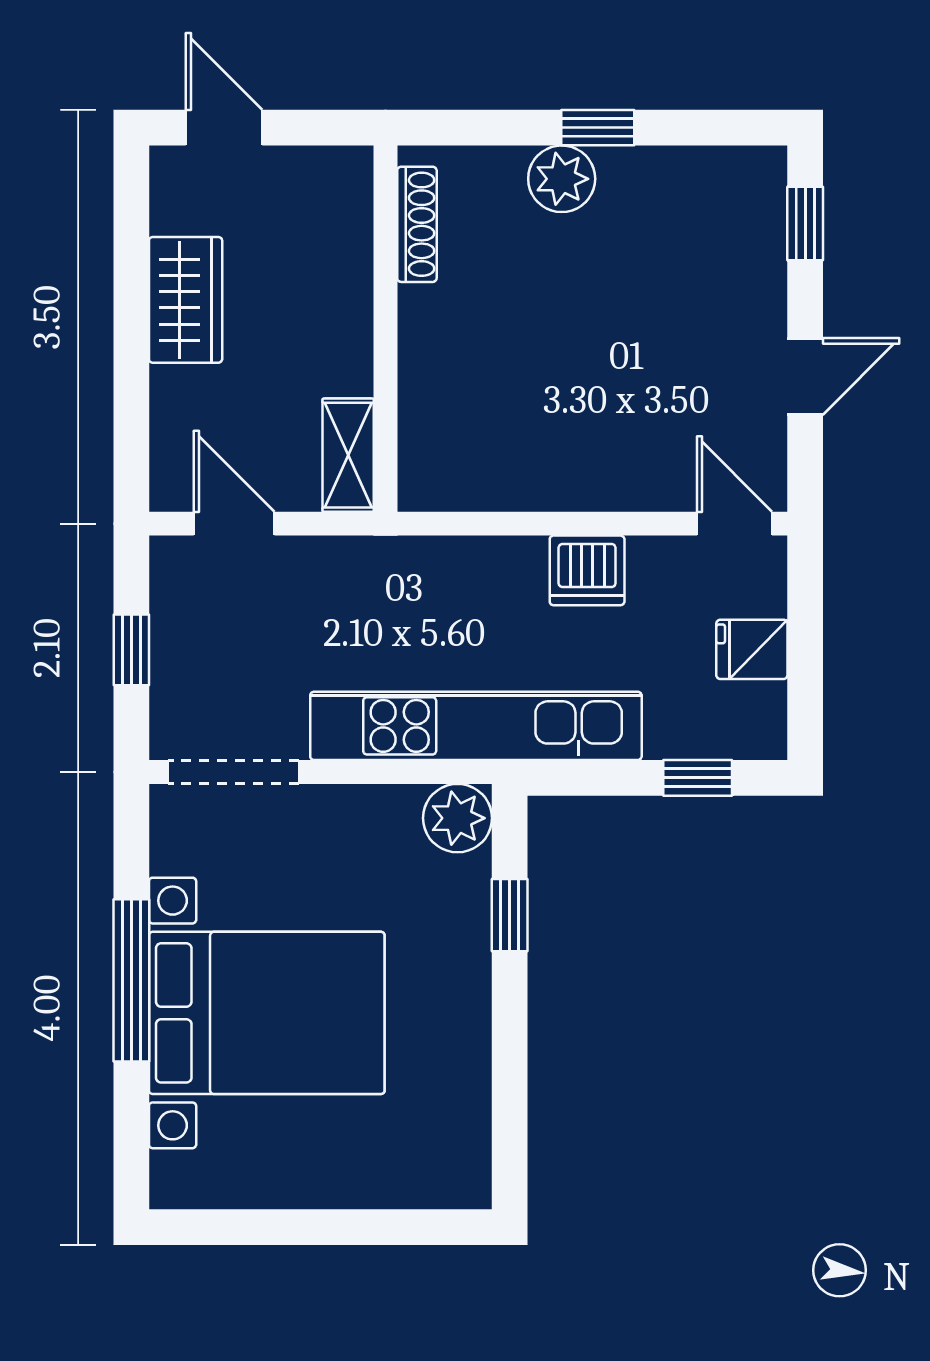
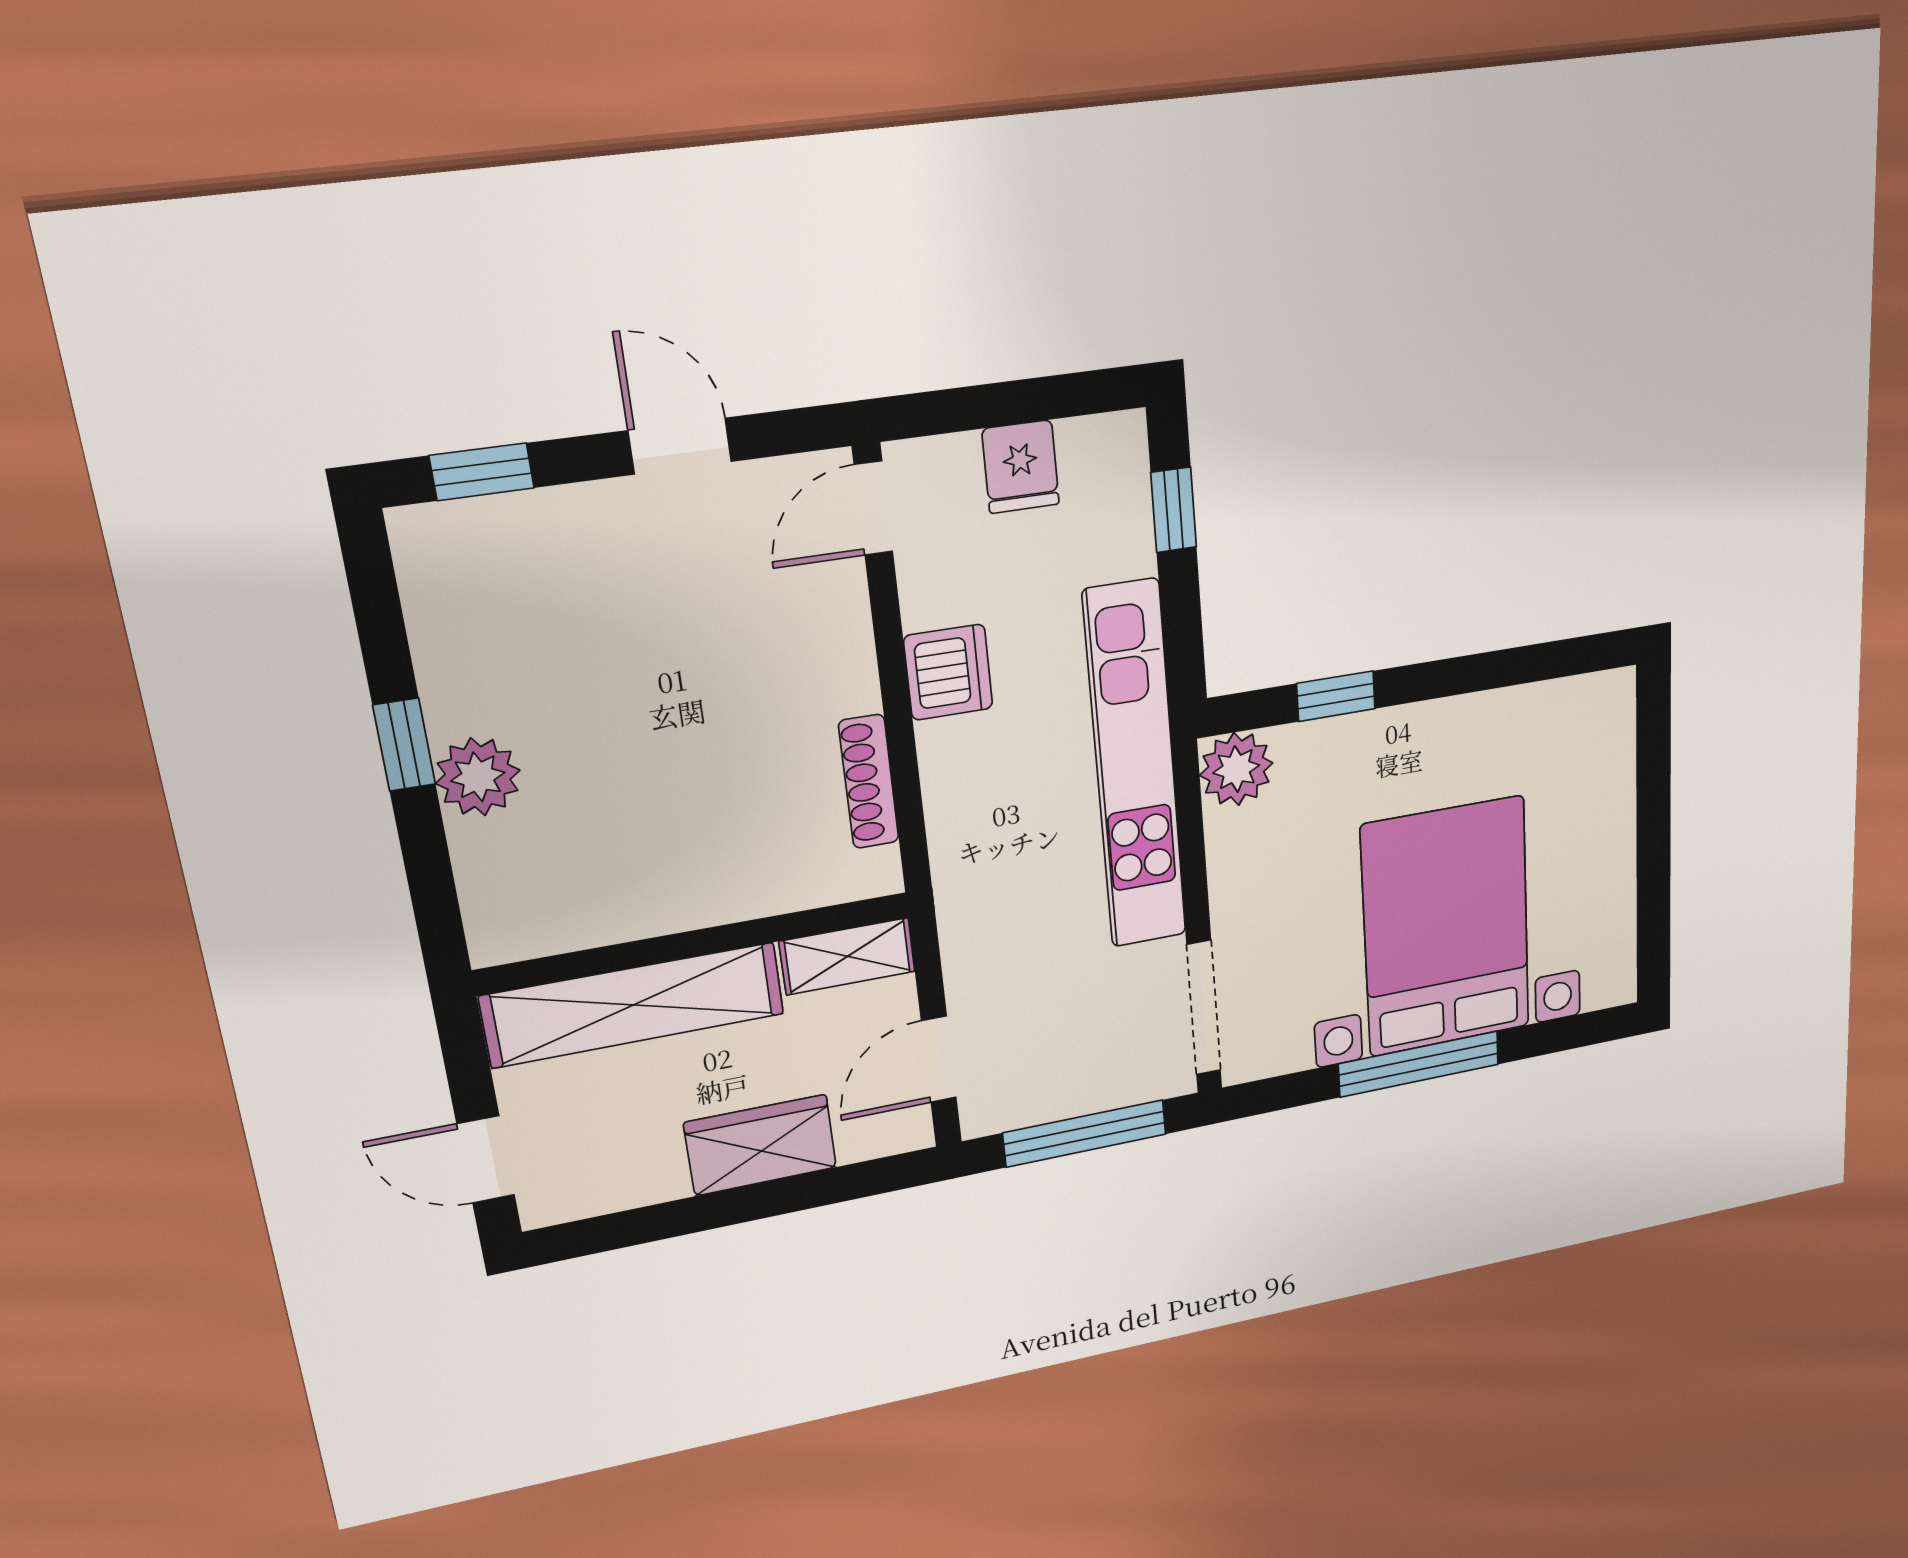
door: (224, 128) -> (486, 1159), hinge flipped
shoe rack: (417, 224) -> (869, 782), moved, turned -90
shelving: (340, 270) -> (633, 1005), added
wardrobe: (186, 300) -> (761, 1145), moved
window: (131, 650) -> (1085, 1133), width x2.17

